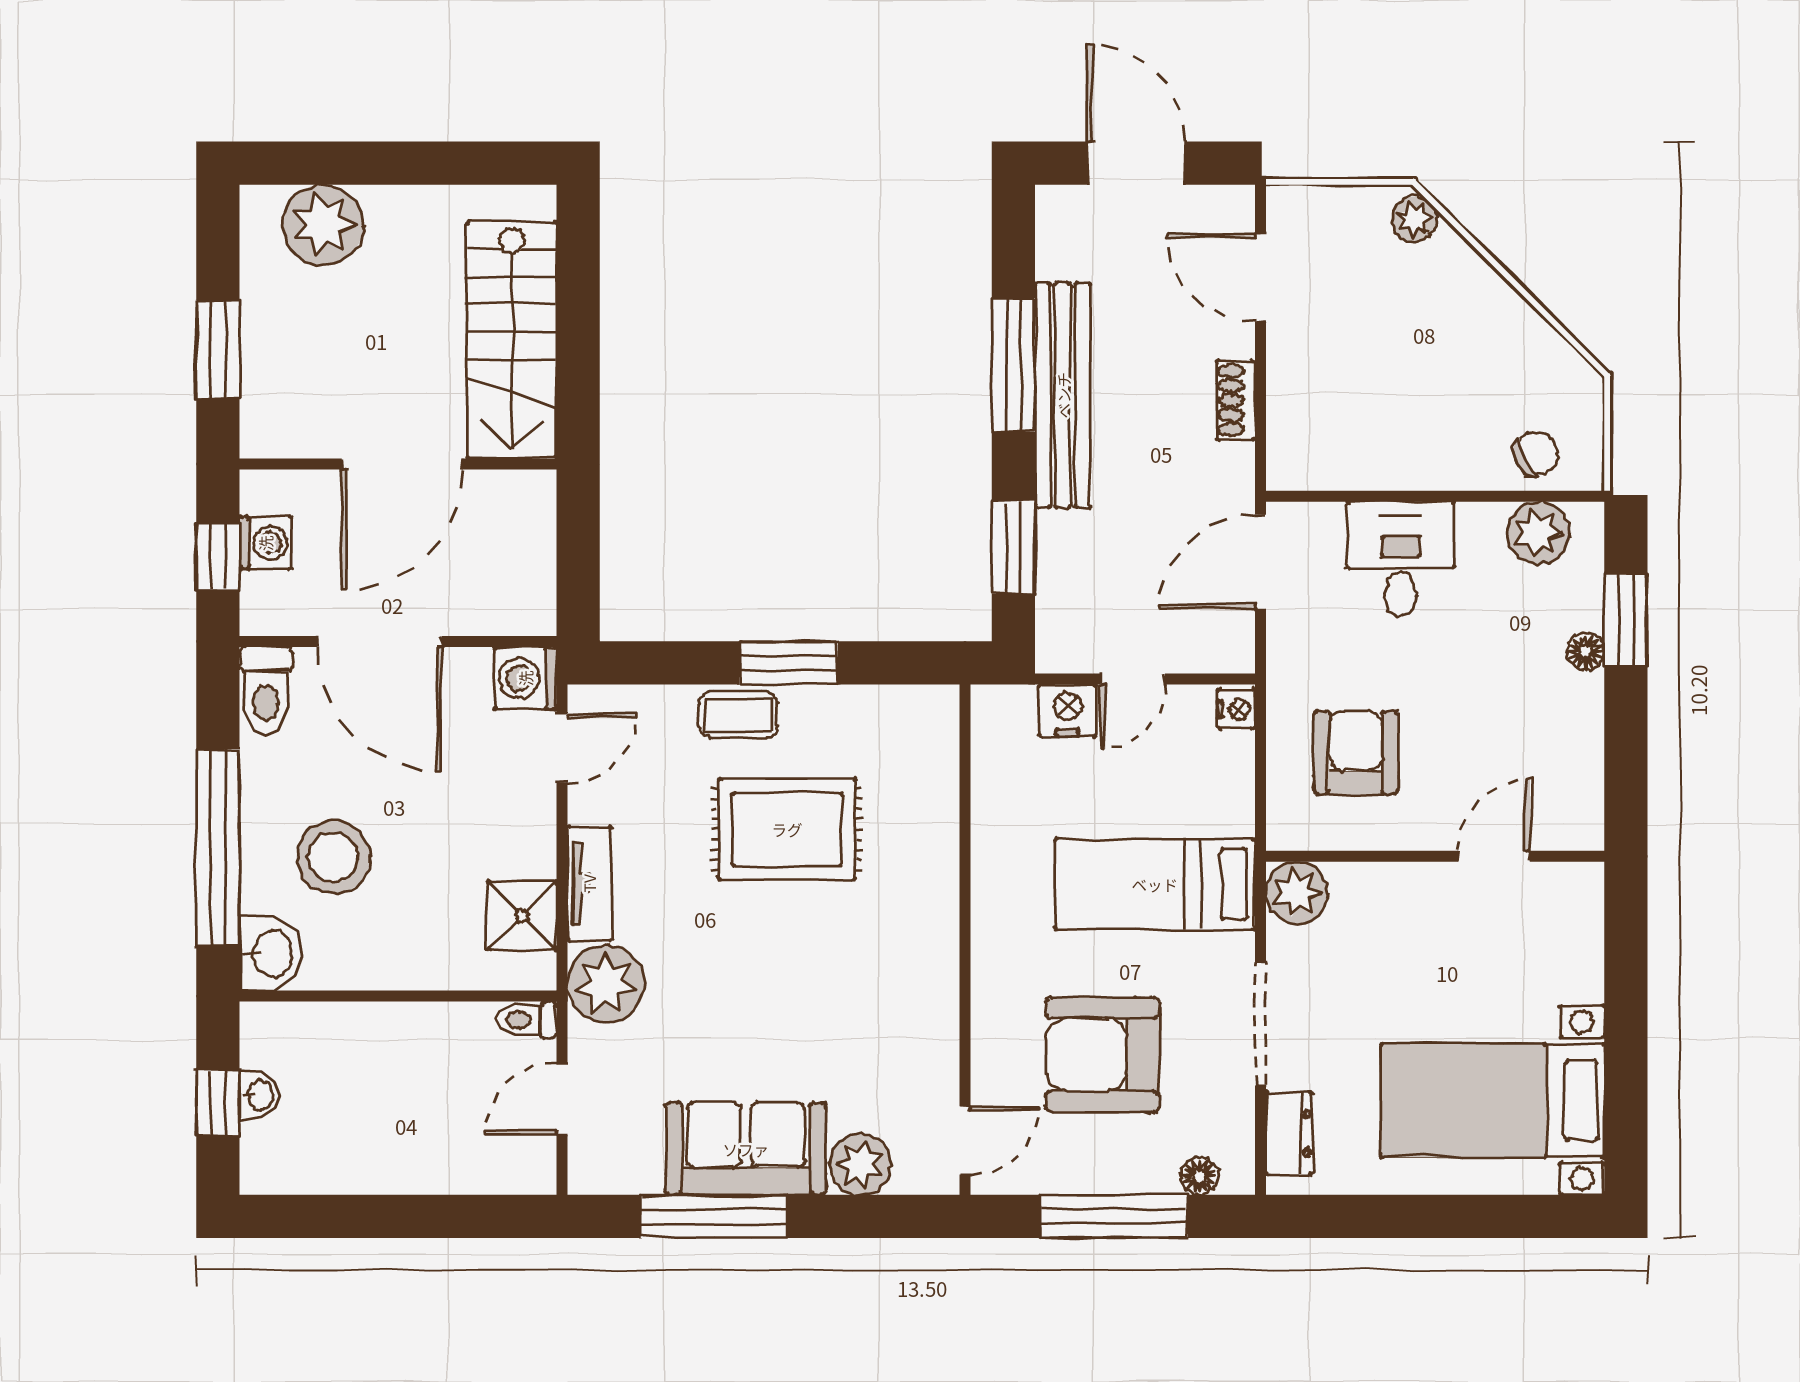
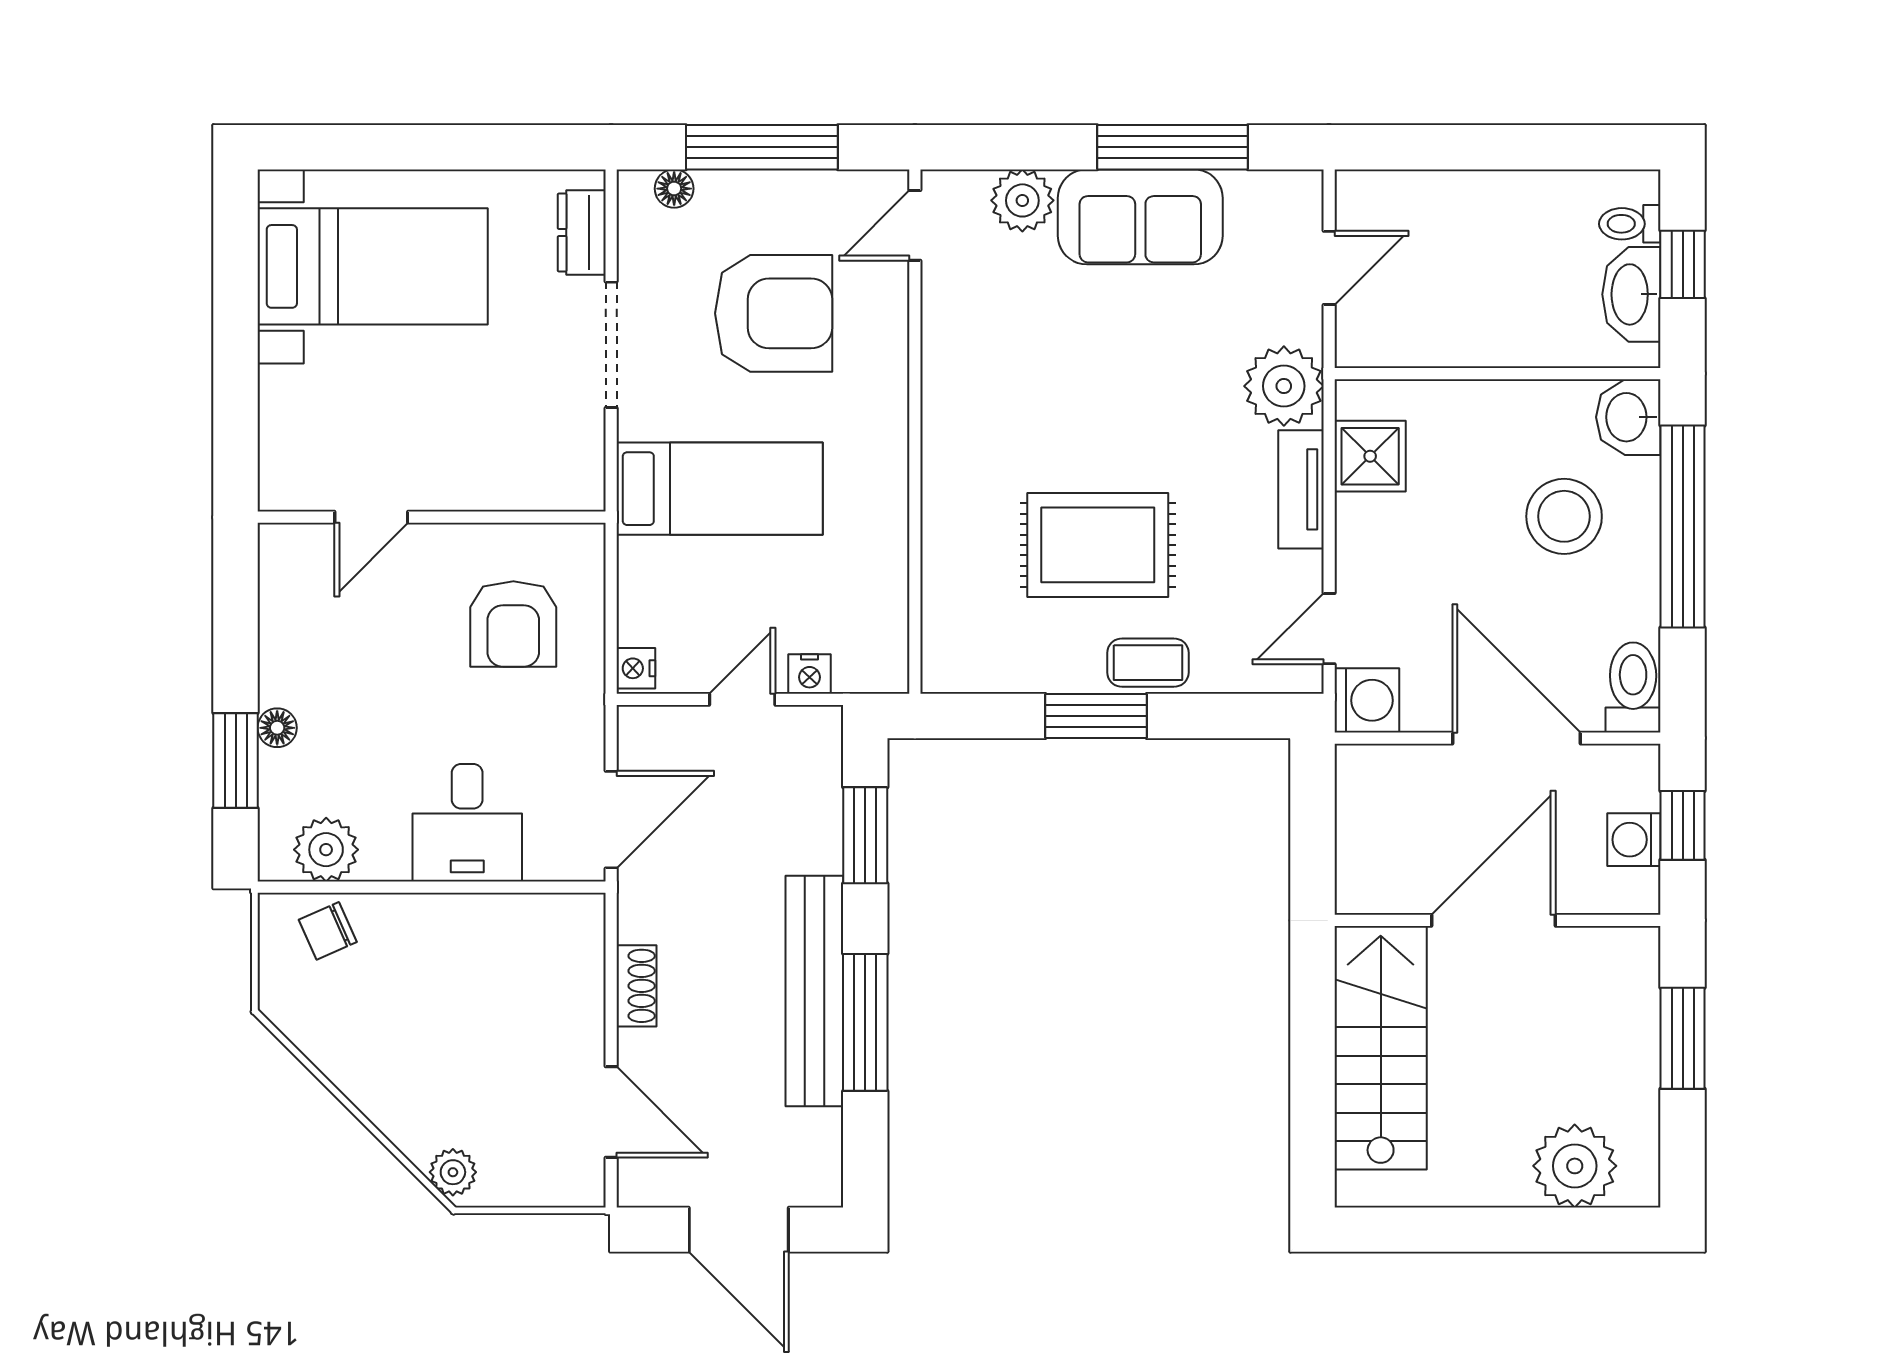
nightstand: (1068, 711) -> (809, 674), width x0.72, depth x0.74
plant: (1297, 893) -> (574, 480), removed
toilet: (527, 1020) -> (1630, 224), moved, turned 180
washbasin: (259, 1095) -> (1631, 294), width x1.91, depth x1.45

